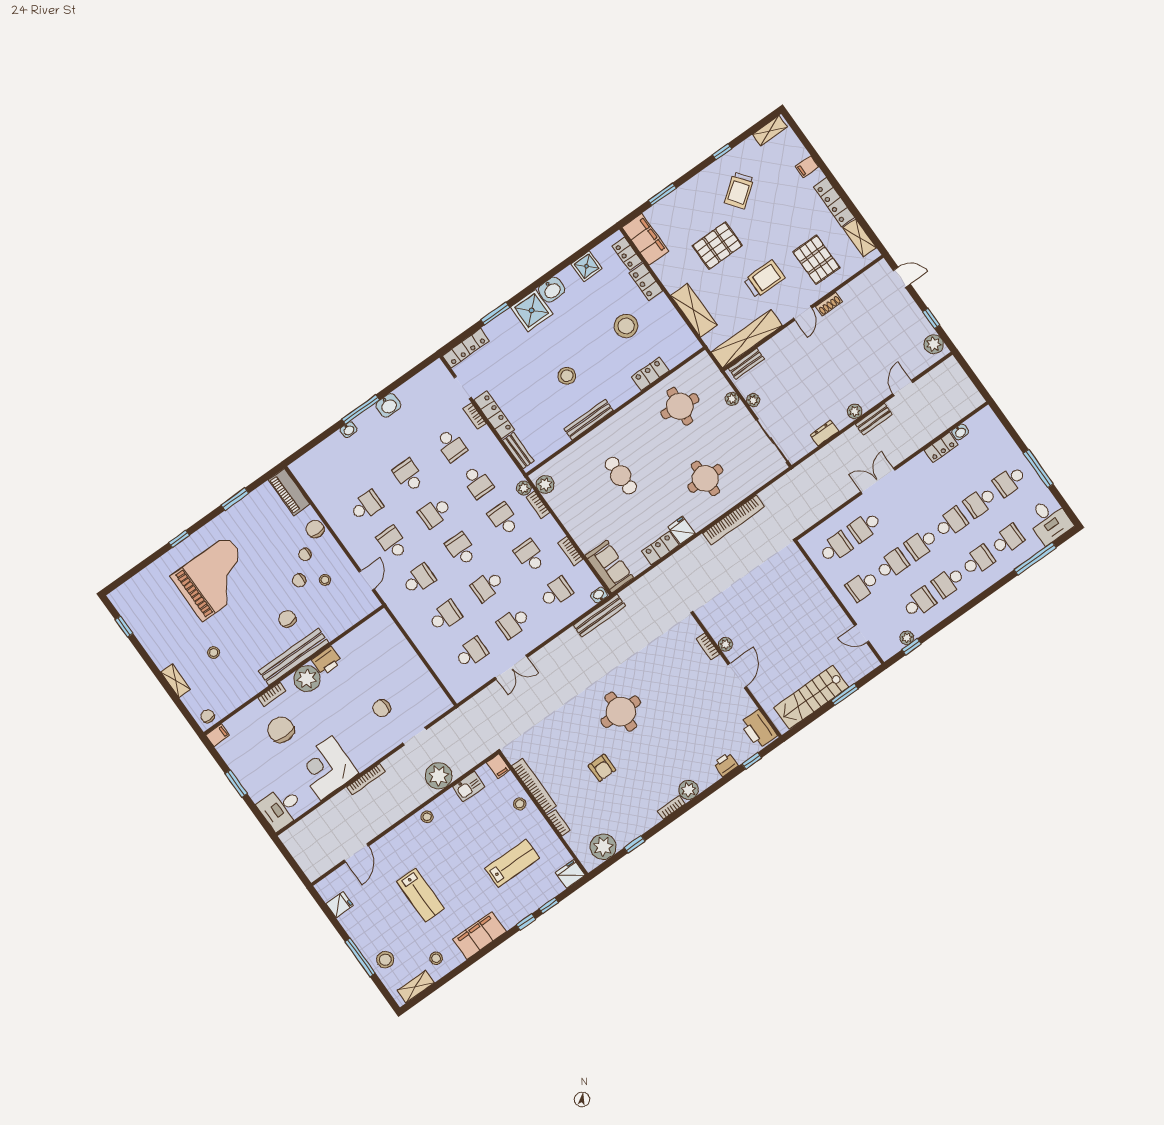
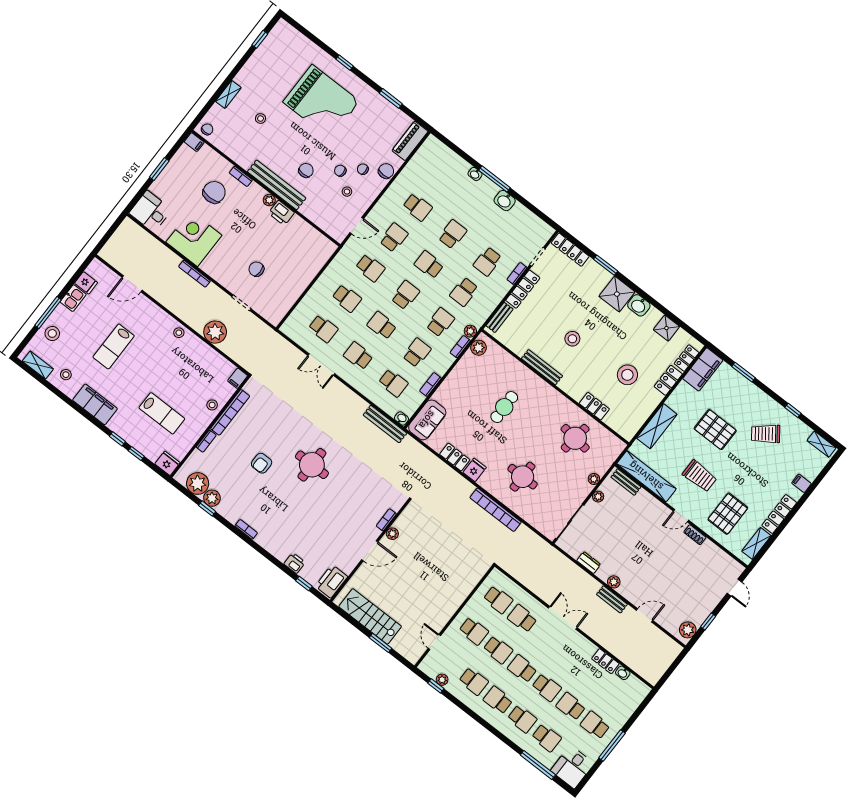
school desk: (863, 586) -> (474, 631), turned 180
plant: (307, 679) -> (269, 200), width x0.53, depth x0.53
kitchen sink: (469, 787) -> (73, 298), moved, turned -90
plant: (688, 790) -> (212, 498), moved

